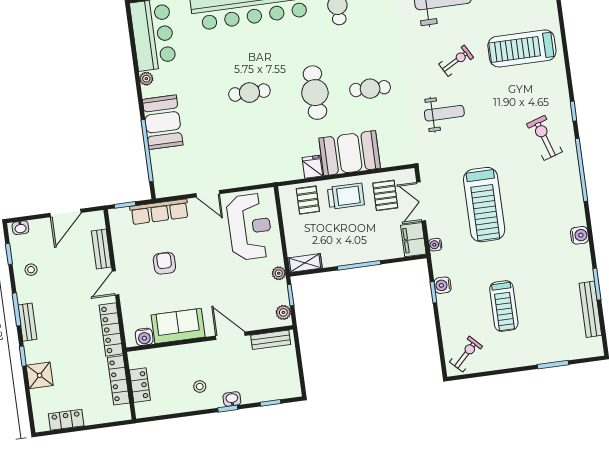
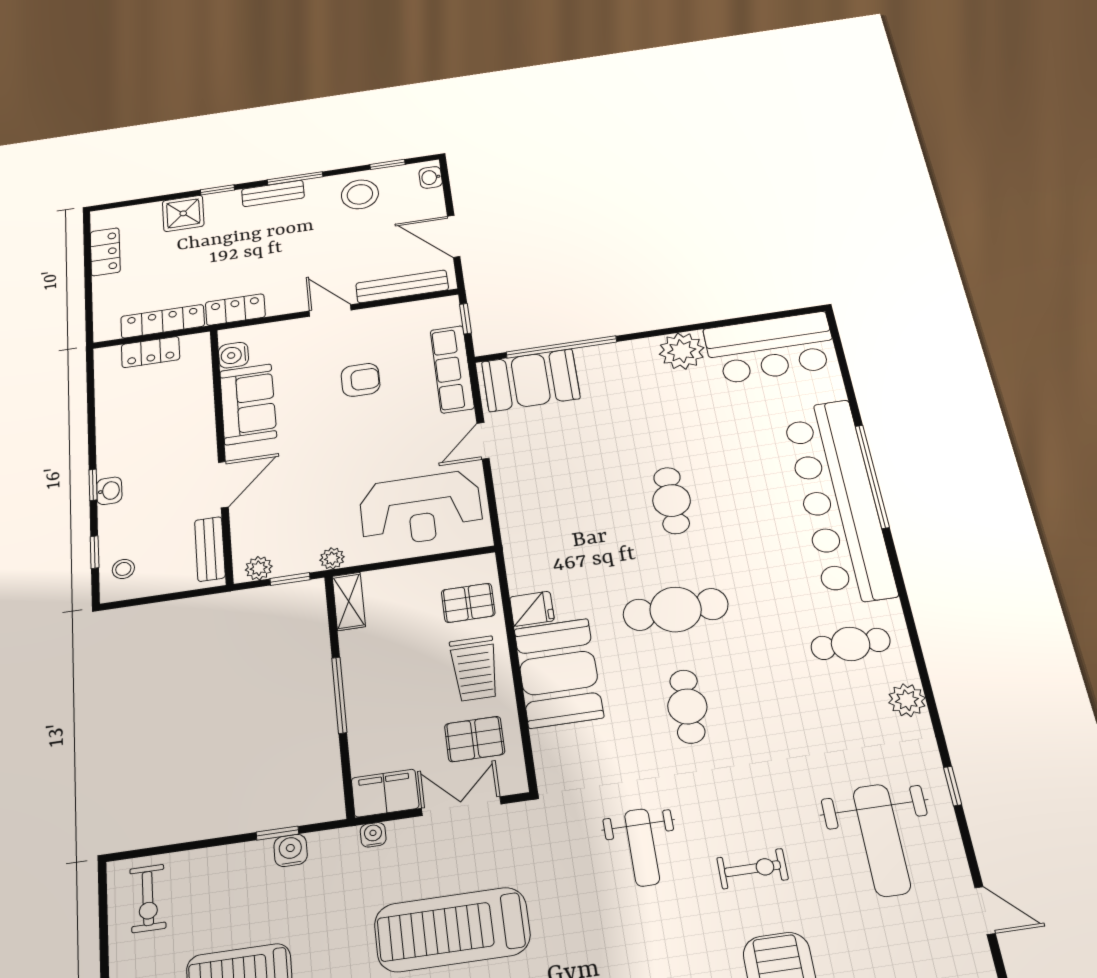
exercise bike: (456, 61) -> (752, 869), turned -61
plant: (146, 79) -> (682, 351), width x1.87, depth x1.87
booth: (163, 122) -> (531, 380), moved
bench: (101, 249) -> (402, 286), width x1.36
stool: (31, 270) -> (360, 194), width x1.89, depth x1.89
locker: (111, 329) -> (235, 310), width x0.66
exercise bike: (466, 354) -> (148, 898), turned 45
stool: (200, 386) -> (123, 569), moved

